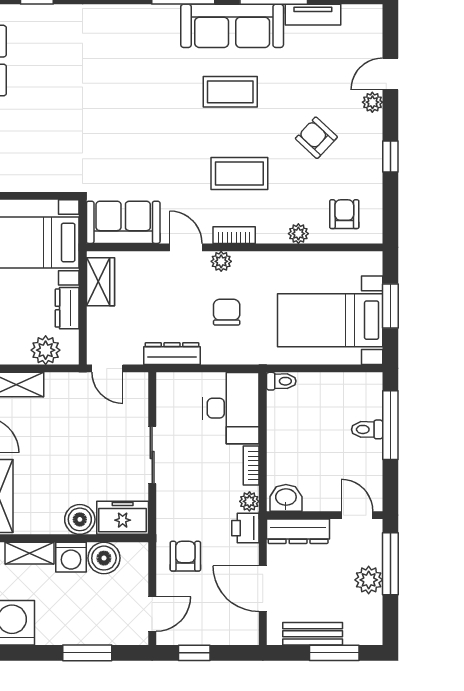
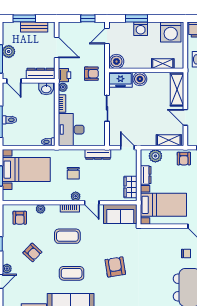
armchair: (134, 106) -> (115, 267), added
armchair: (185, 556) -> (91, 74), moved, turned -90
washing machine: (71, 557) -> (141, 29), moved, turned 180
boiler: (104, 558) -> (116, 61), moved

